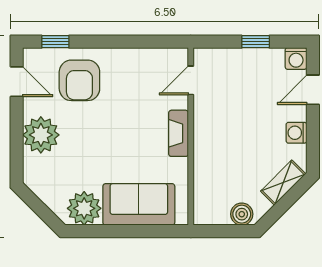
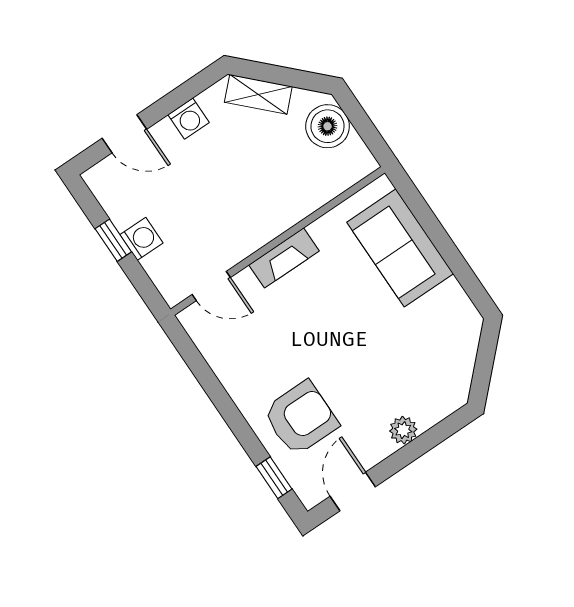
washing machine: (296, 58) -> (141, 239), moved
plant: (41, 135) -> (403, 430), width x0.53, depth x0.53
plant: (84, 208) -> (449, 310), removed
boiler: (242, 214) -> (328, 126), width x1.36, depth x1.36

